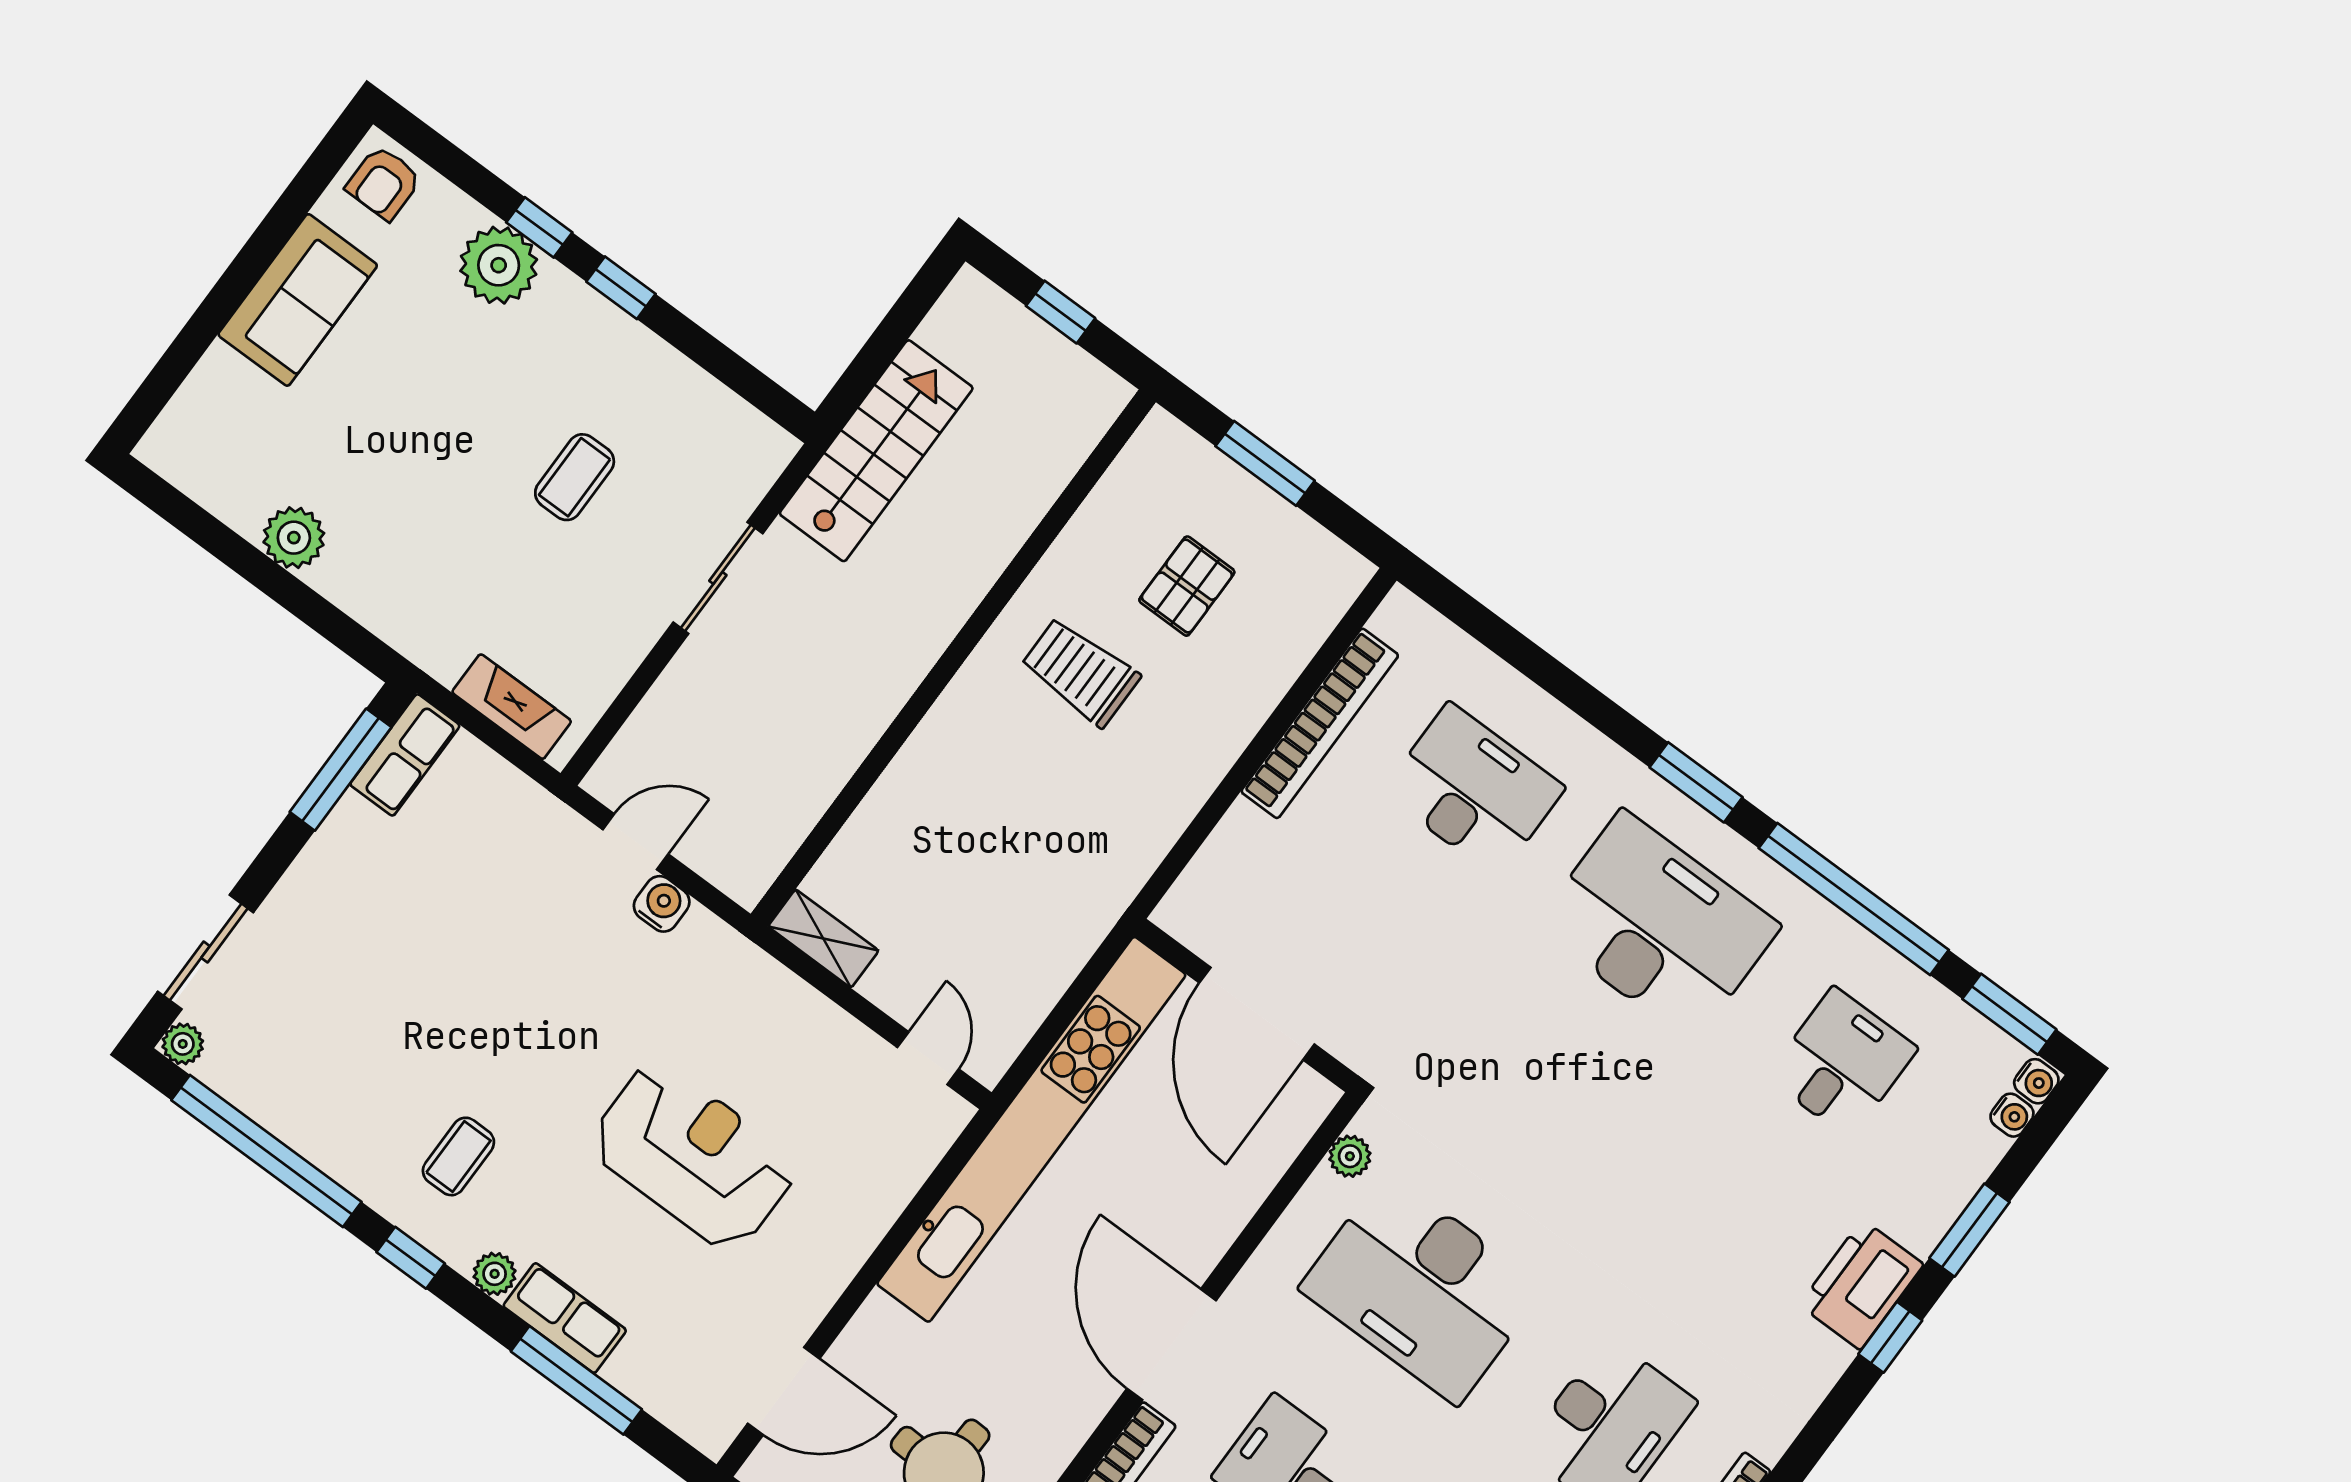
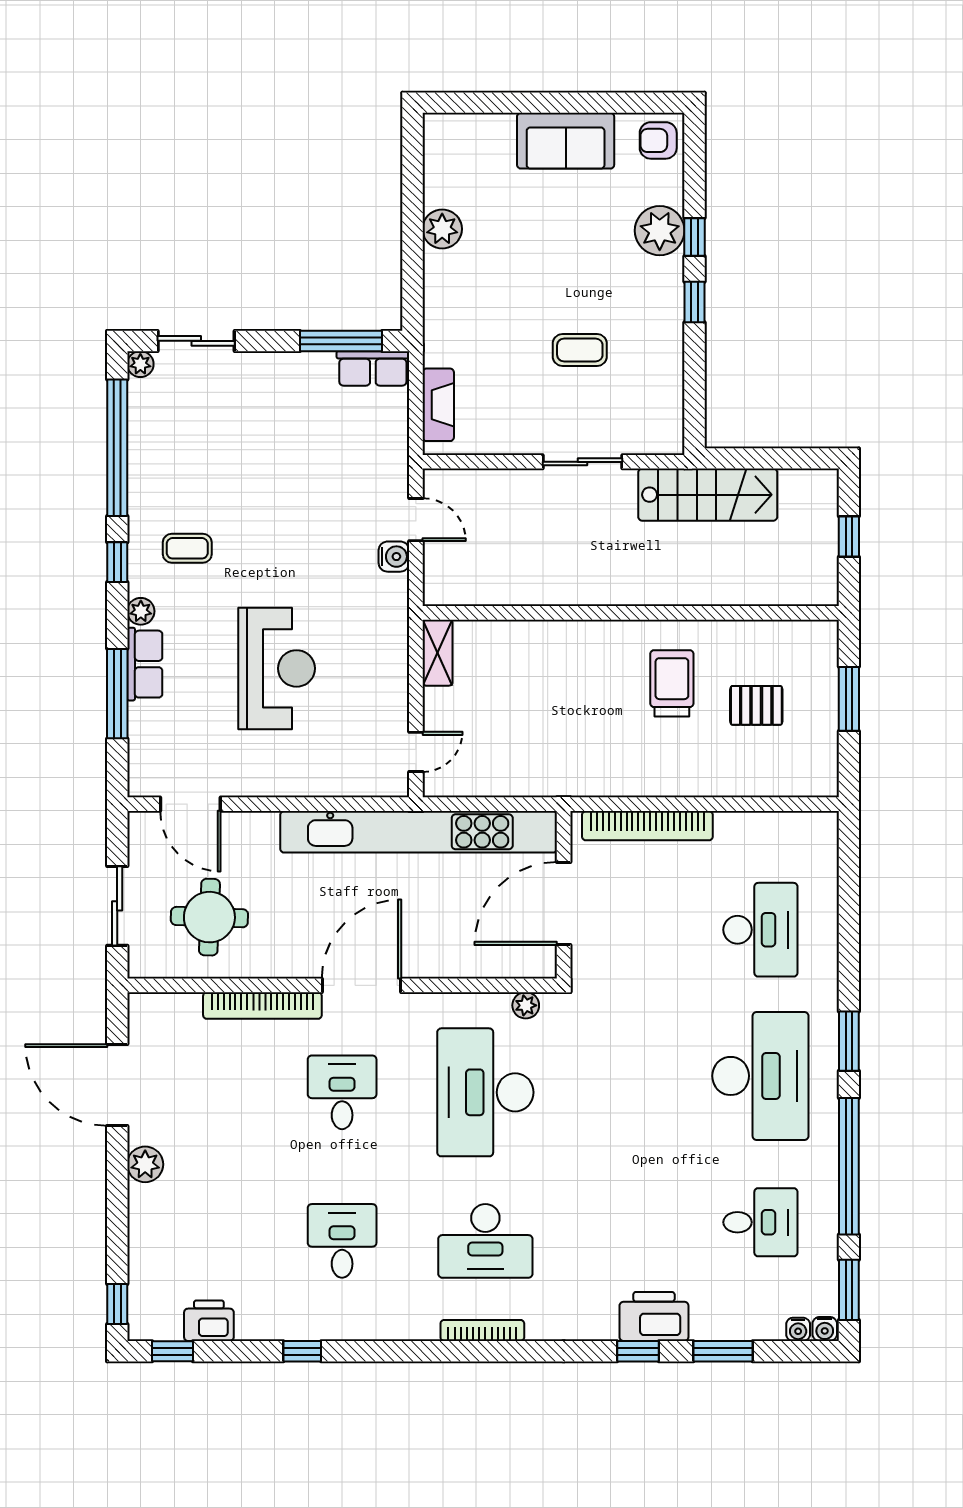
bookcase: (1320, 723) -> (647, 826), moved

